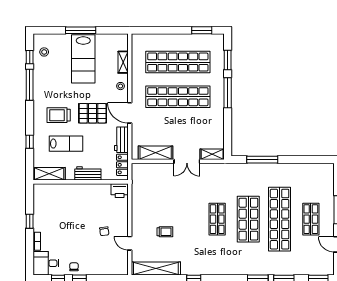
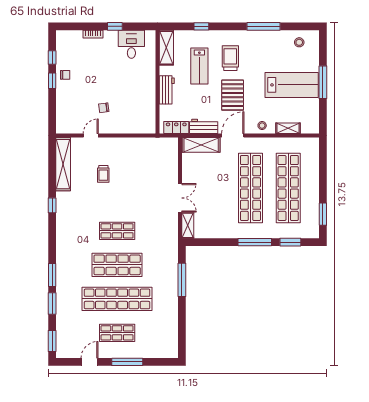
window: (30, 57) -> (294, 26), removed
lab bench: (83, 59) -> (292, 85), turned 180
shelving: (156, 153) -> (201, 145), moved, turned 90
double door: (187, 161) -> (180, 198), swing flipped
printer: (120, 191) -> (148, 125), removed
desk: (46, 263) -> (131, 44), moved

